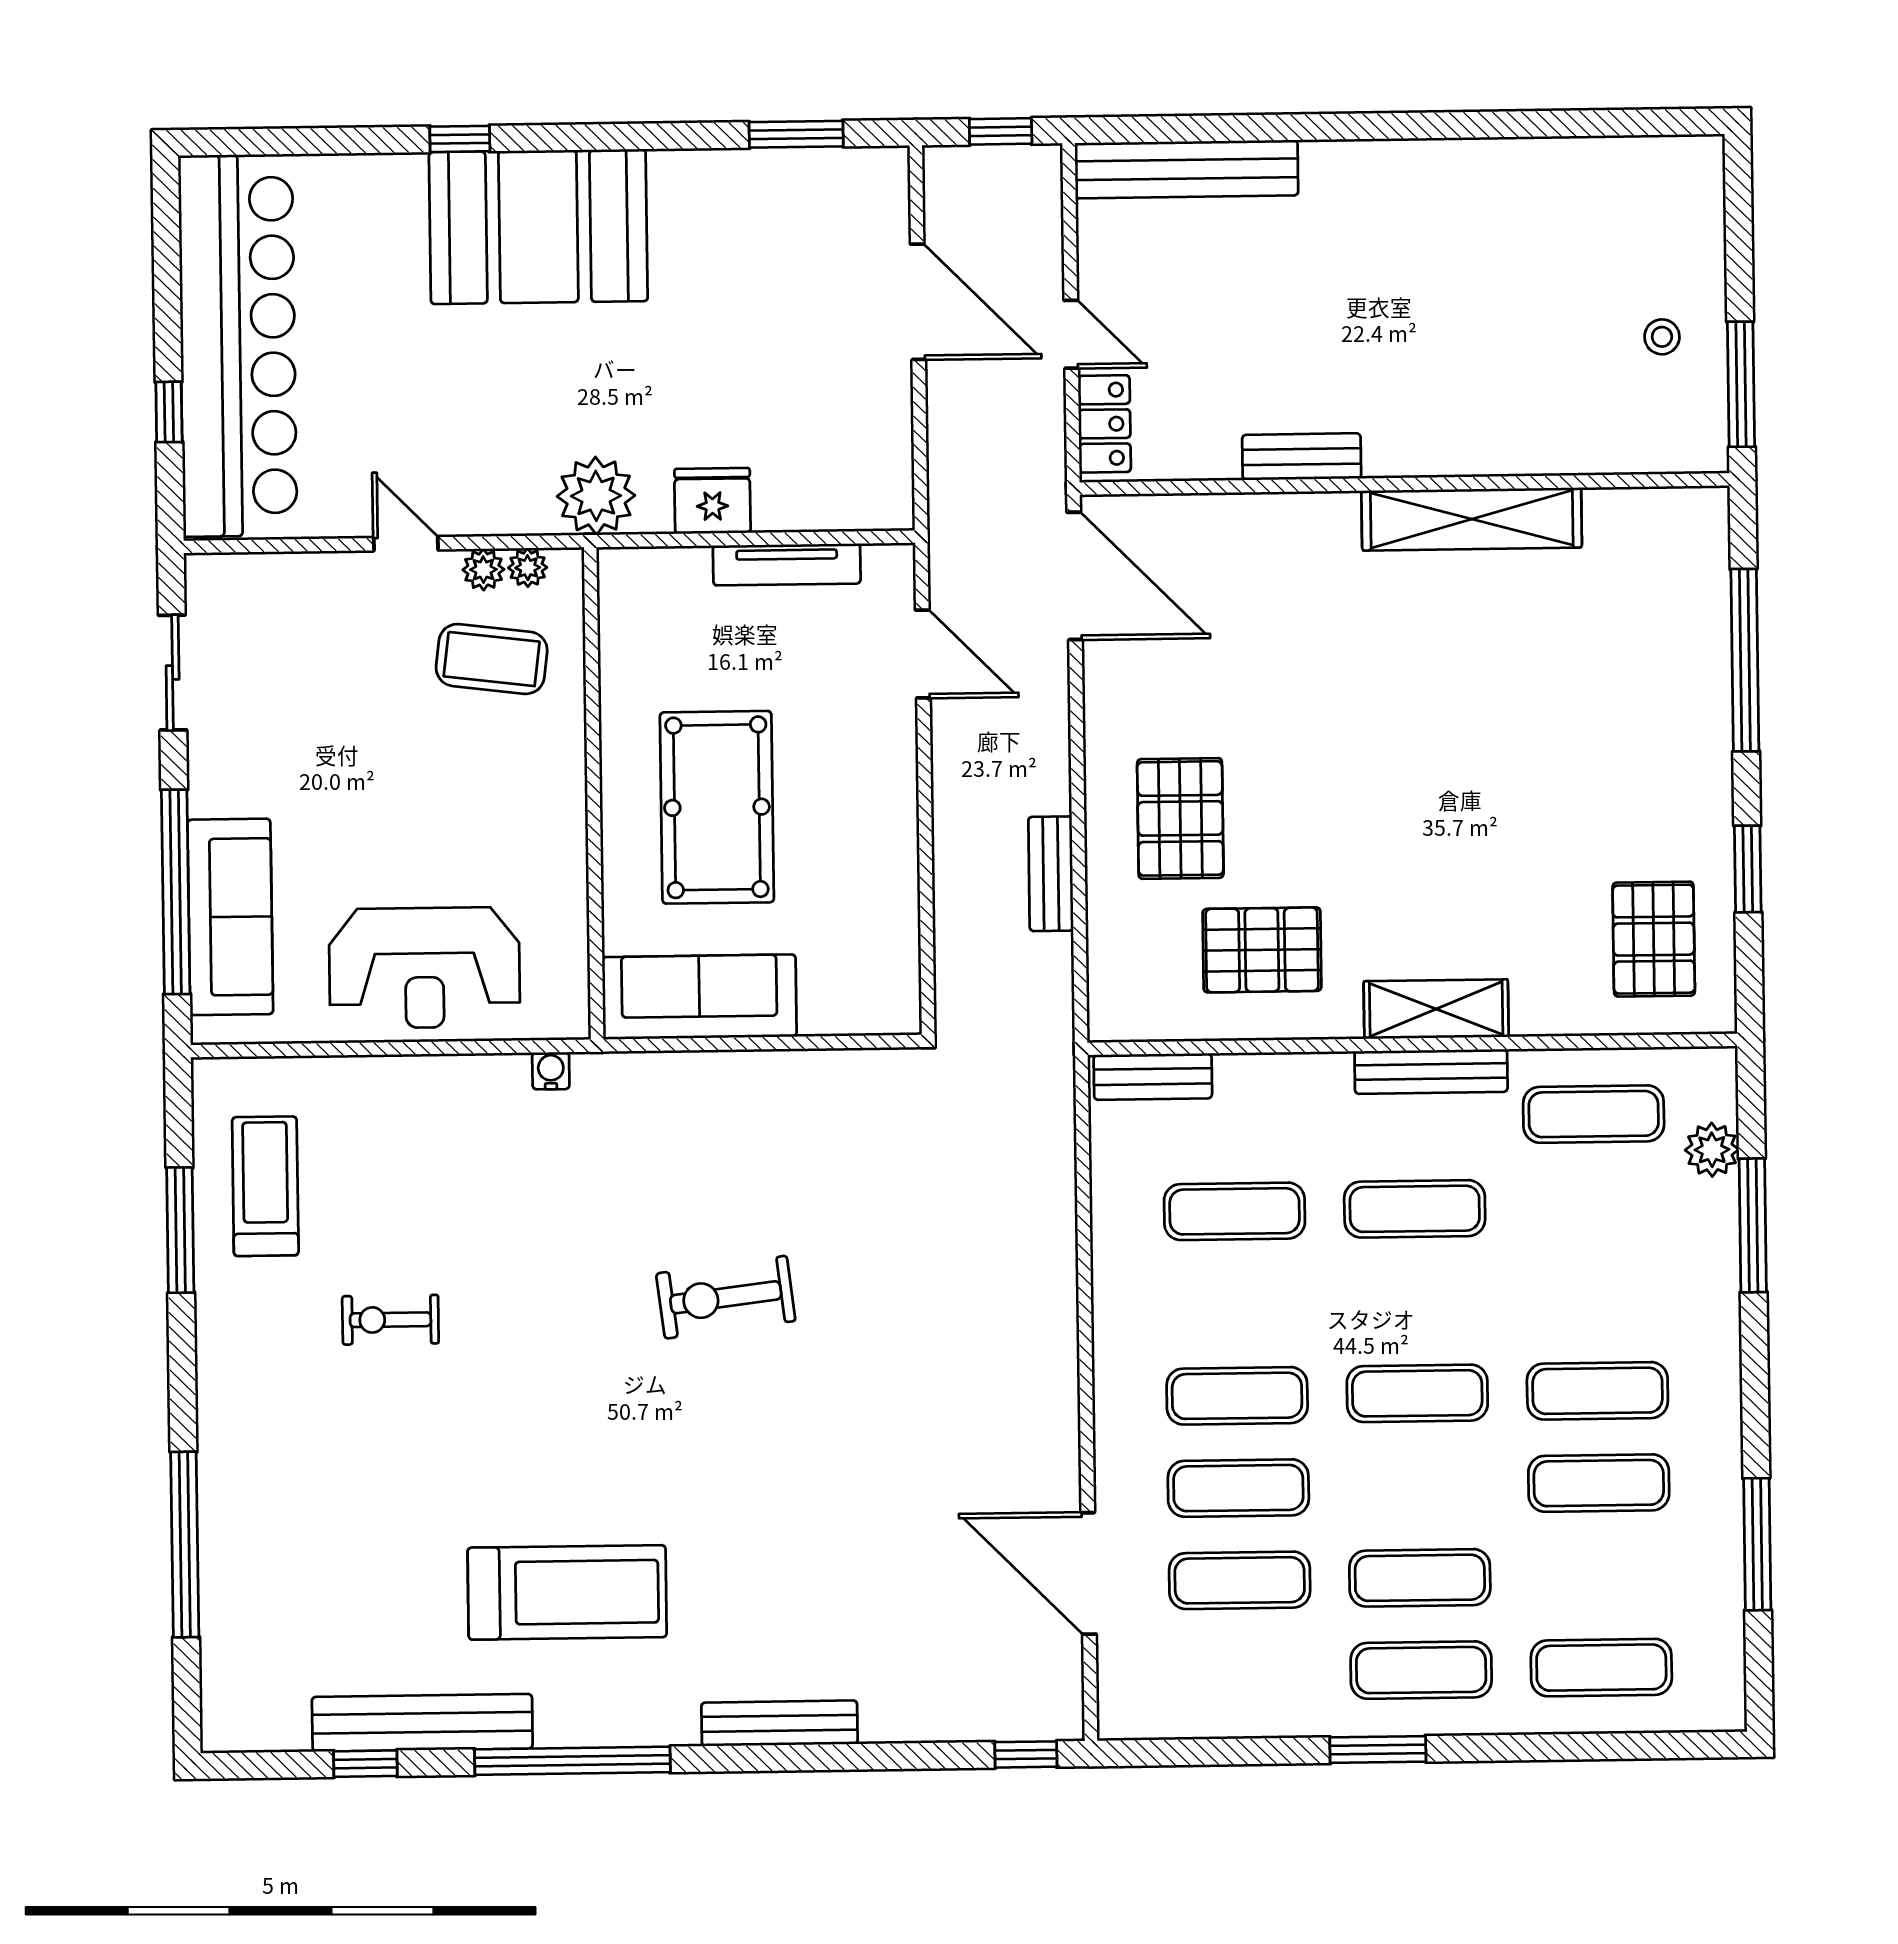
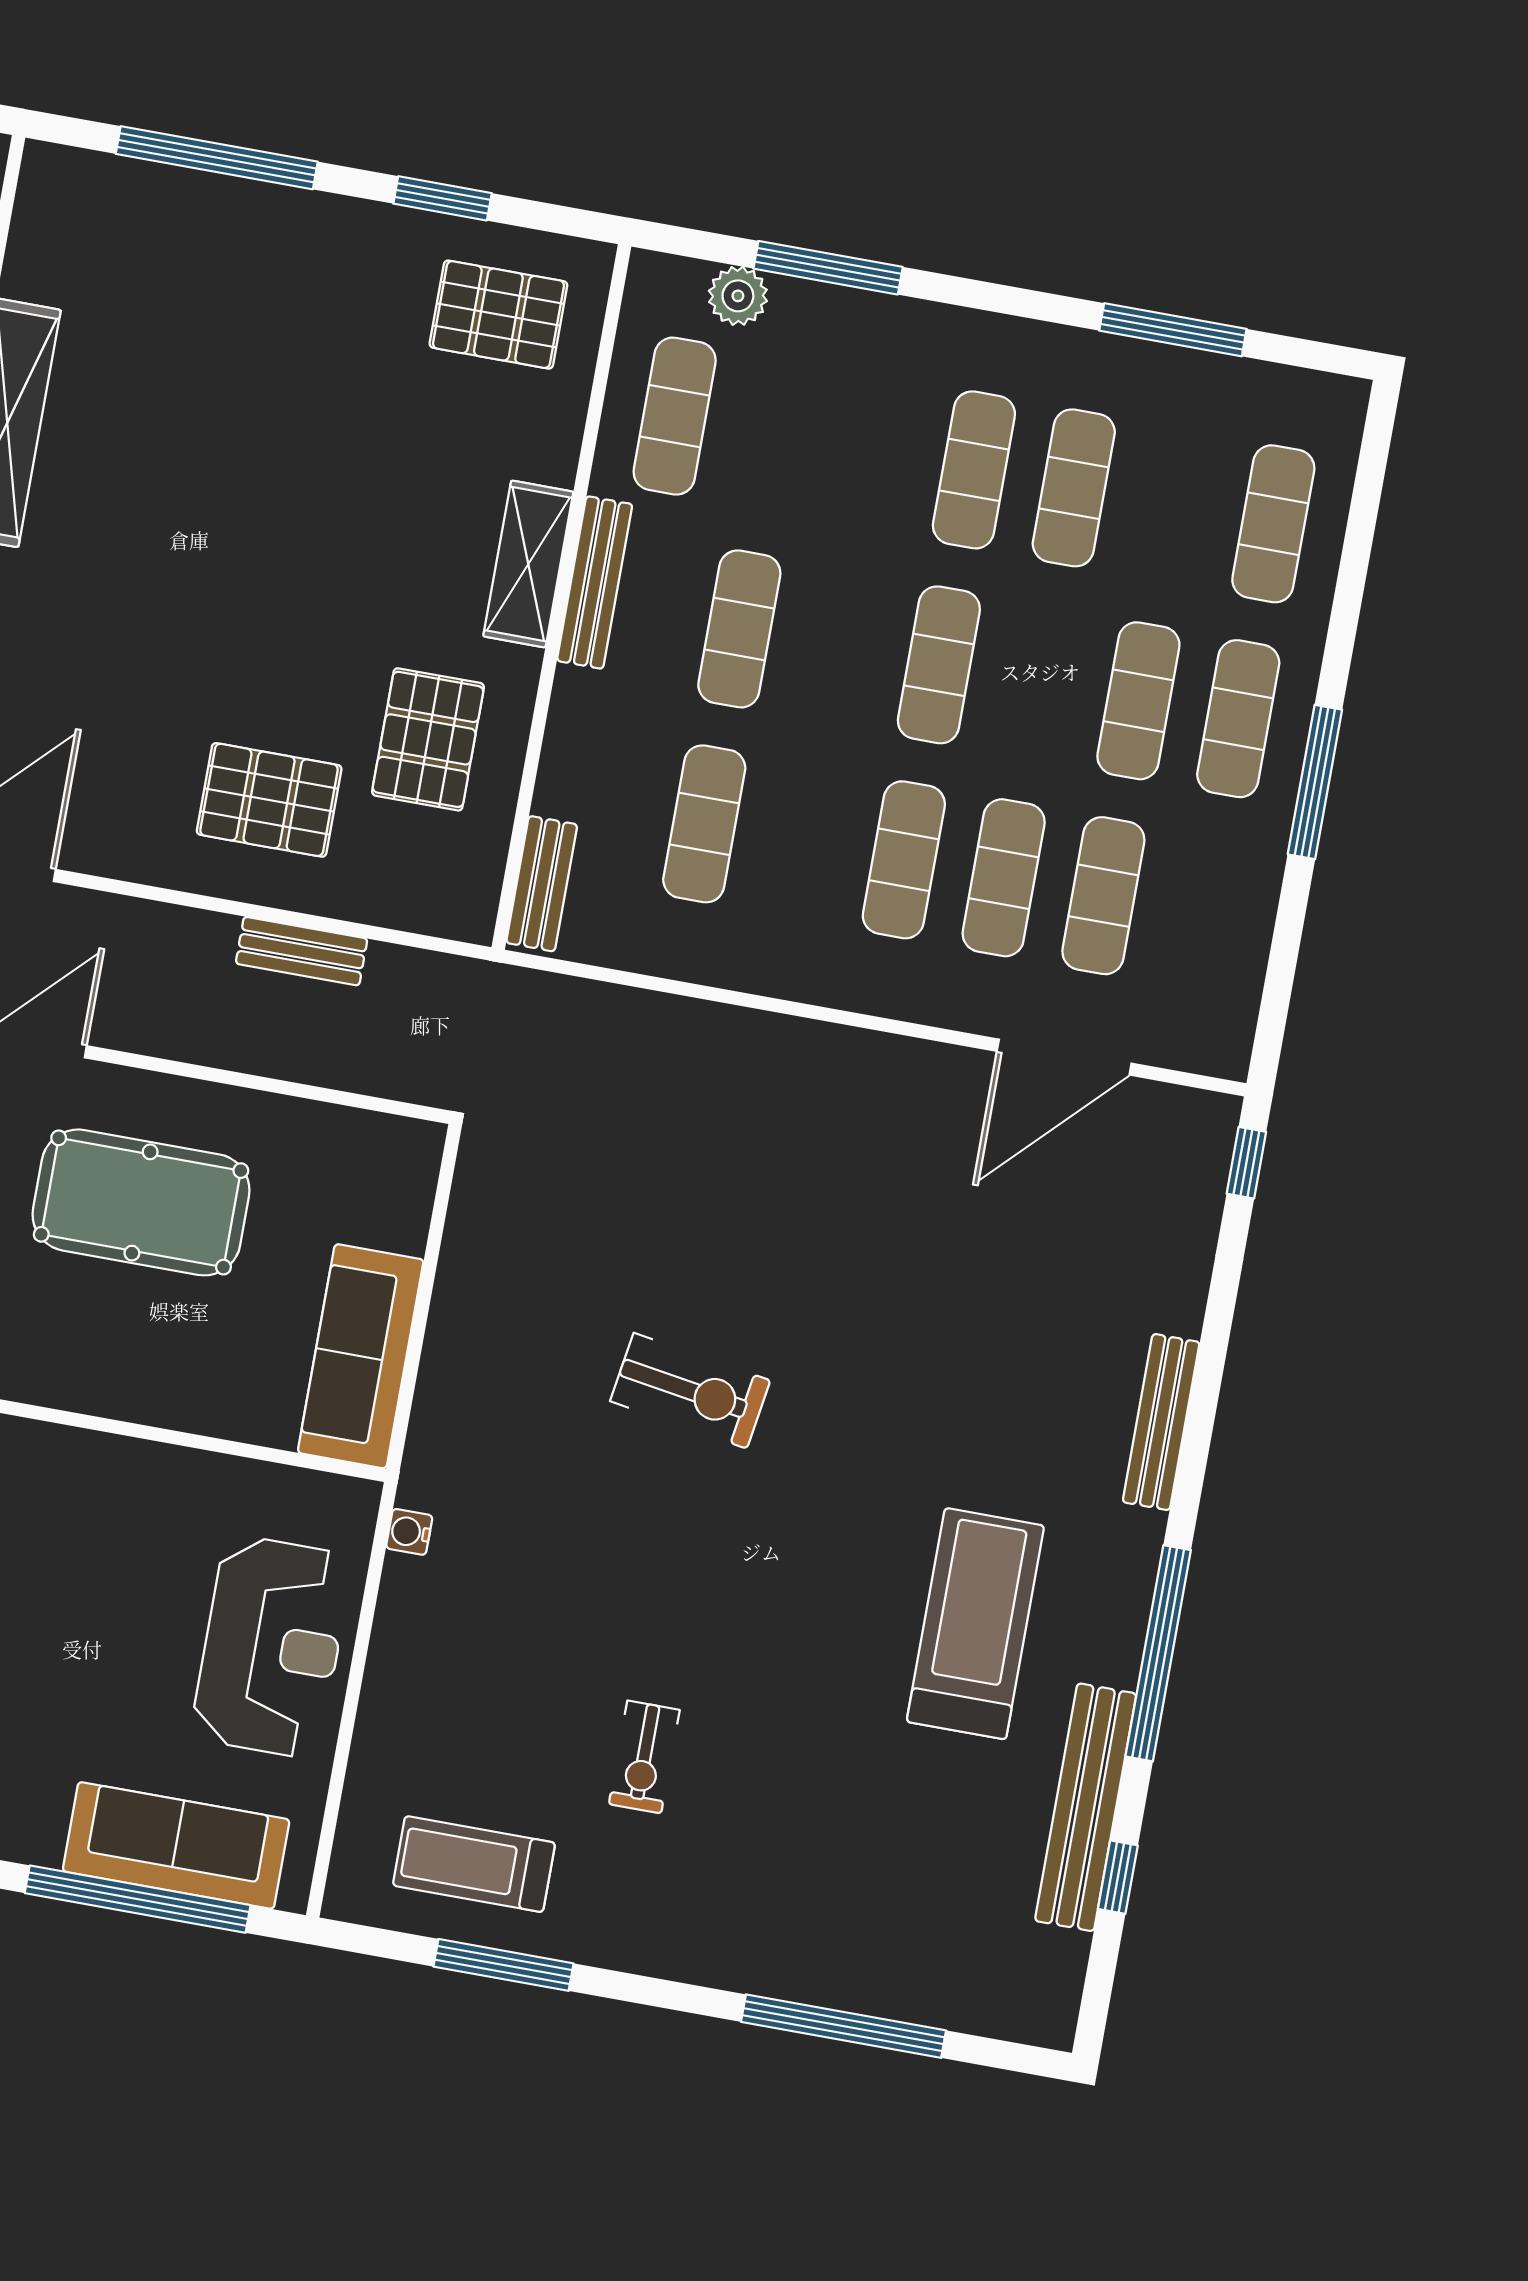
pool table: (717, 807) -> (141, 1202), moved
exercise bike: (726, 1297) -> (690, 1391), turned -74
window: (1378, 1750) -> (1315, 782), width x1.44

